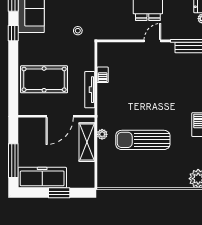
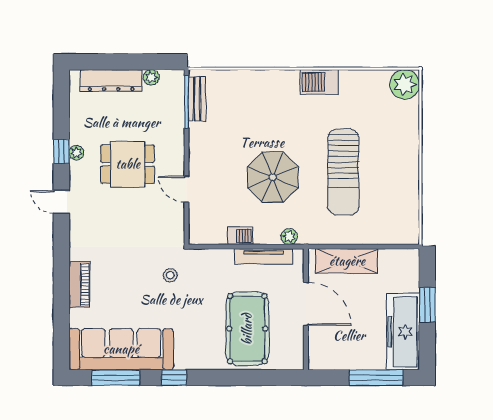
door: (152, 41) -> (187, 189), moved
parasol: (140, 95) -> (273, 177), added
plant: (102, 134) -> (289, 237), moved

